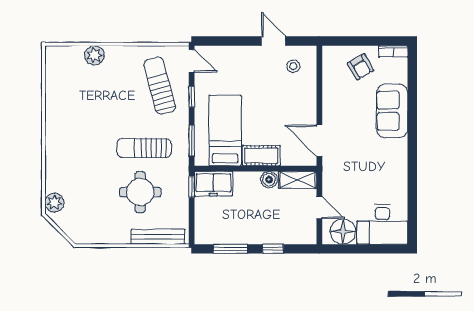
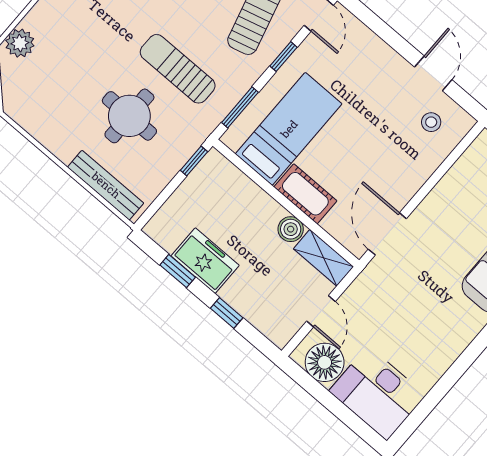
freezer: (213, 184) -> (205, 261), moved, turned 180
window: (231, 249) -> (178, 271), width x0.67

